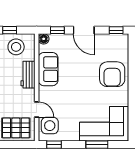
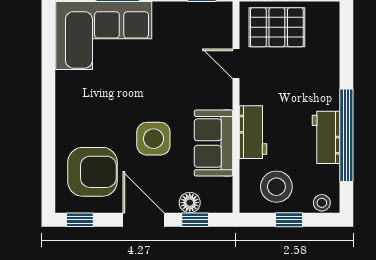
floor lamp: (44, 39) -> (190, 203), moved
armchair: (112, 74) -> (93, 172), moved, turned 90
side table: (50, 126) -> (153, 139), moved

